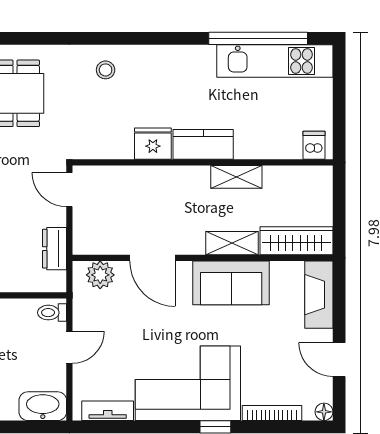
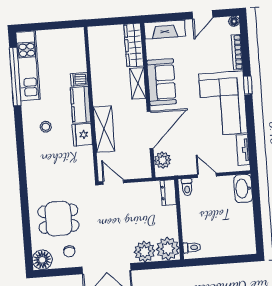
stool: (106, 70) -> (46, 127), moved
dishwasher: (314, 145) -> (79, 79), moved
shelving: (236, 177) -> (104, 129), moved, width x1.50, depth x1.33
door: (69, 190) -> (113, 182), swing flipped
dresser: (55, 249) -> (168, 193), moved, turned 90
door: (152, 258) -> (150, 130), width x1.36

